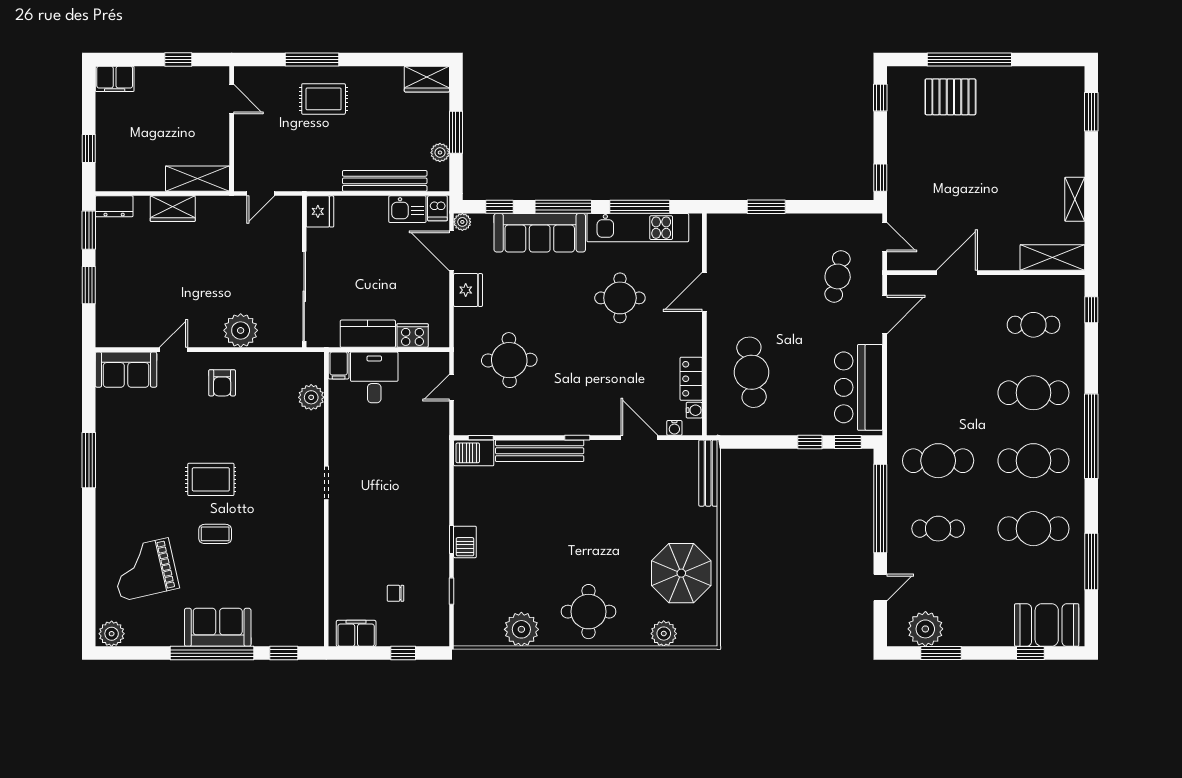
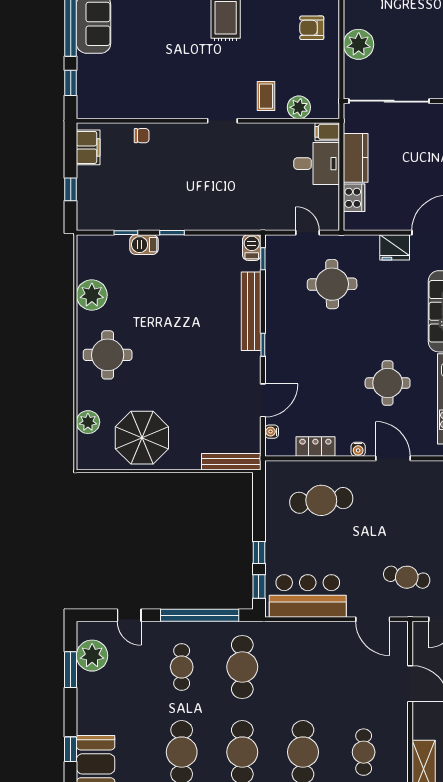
water cooler: (694, 410) -> (358, 449), moved
barbecue: (474, 453) -> (252, 248), width x0.73, depth x0.79
coffee table: (215, 534) -> (266, 96), moved
barbecue: (465, 542) -> (144, 245), moved
chair: (395, 593) -> (142, 136), moved, turned 90

